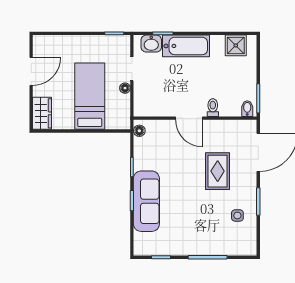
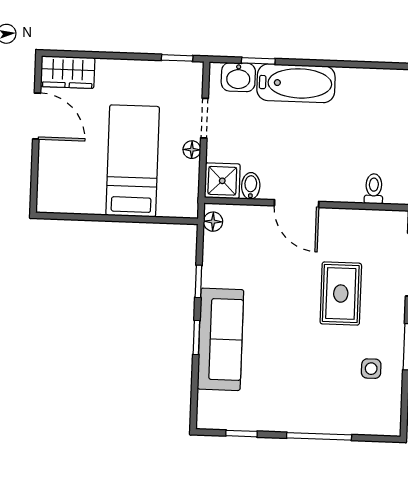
shower: (236, 45) -> (222, 181), moved
door: (31, 71) -> (37, 116), hinge flipped
toilet: (213, 108) -> (374, 189), moved
bidet: (247, 109) -> (251, 186), moved
wardrobe: (42, 113) -> (68, 72), moved, turned 90

